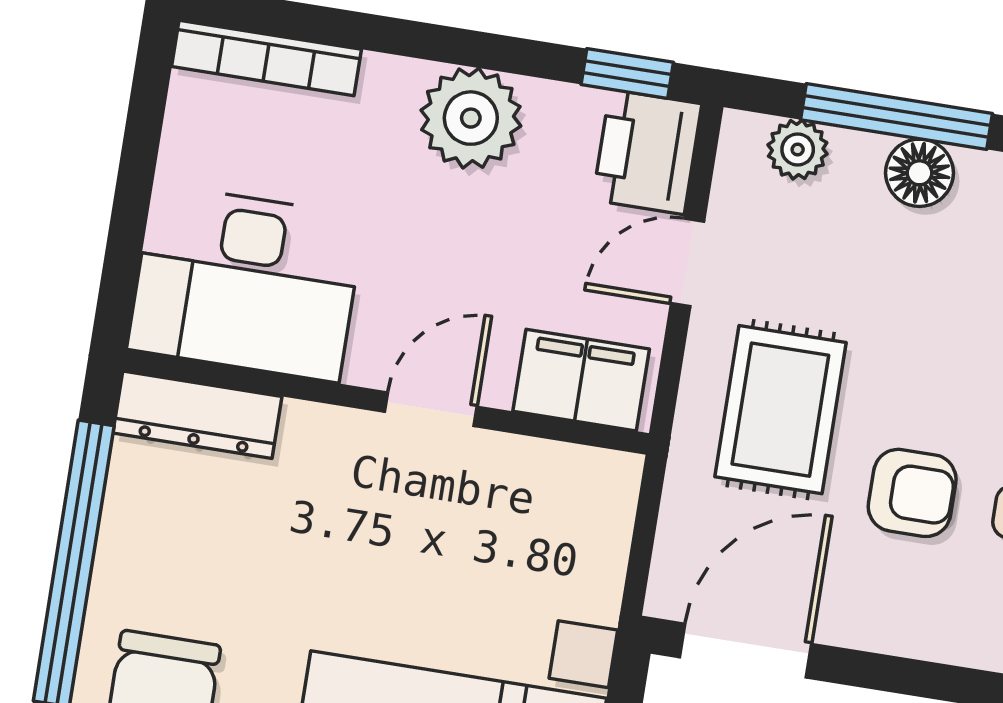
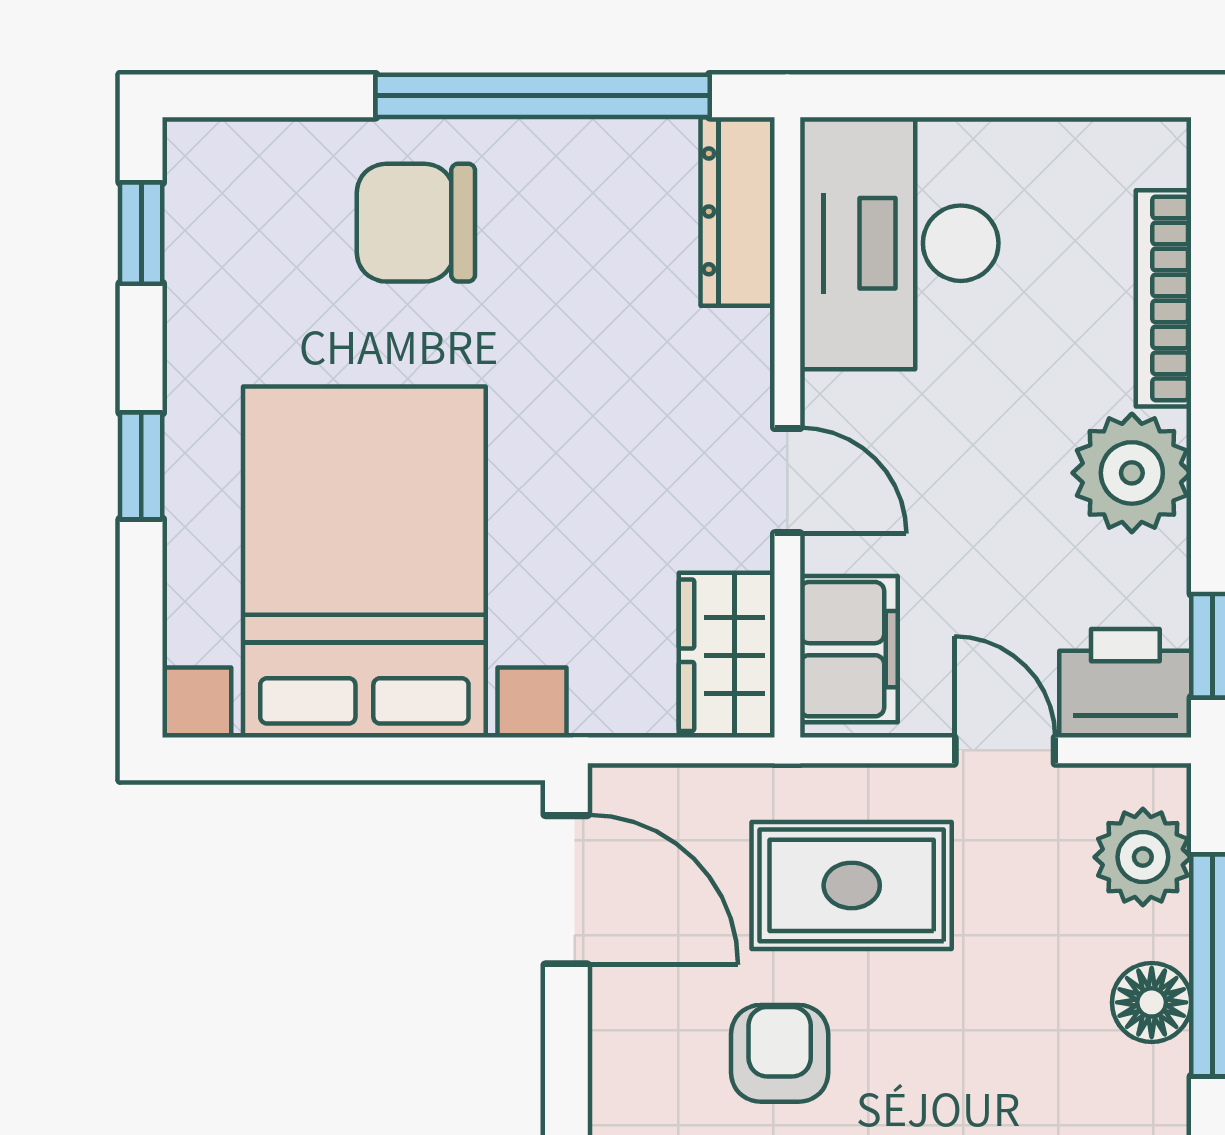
bookcase: (267, 58) -> (1164, 298), moved
plant: (798, 149) -> (1143, 857), width x1.38, depth x1.38
wardrobe: (570, 484) -> (727, 655), added
armchair: (912, 493) -> (780, 1053), turned 180

